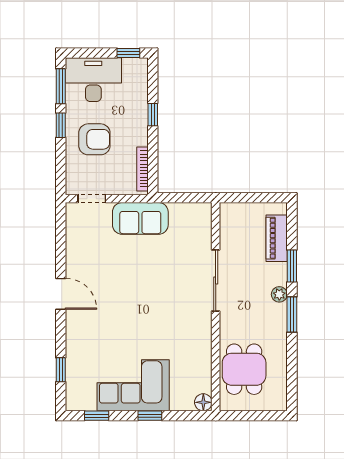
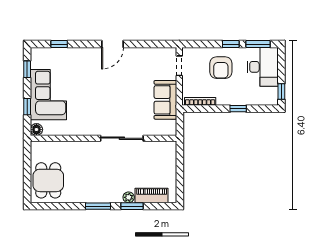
sliding door: (216, 280) -> (122, 138), moved
plant: (279, 294) -> (129, 197), moved
wall: (216, 307) -> (103, 138), moved
dining table: (244, 369) -> (48, 180), moved, turned 90
floor lamp: (203, 402) -> (36, 130), moved

